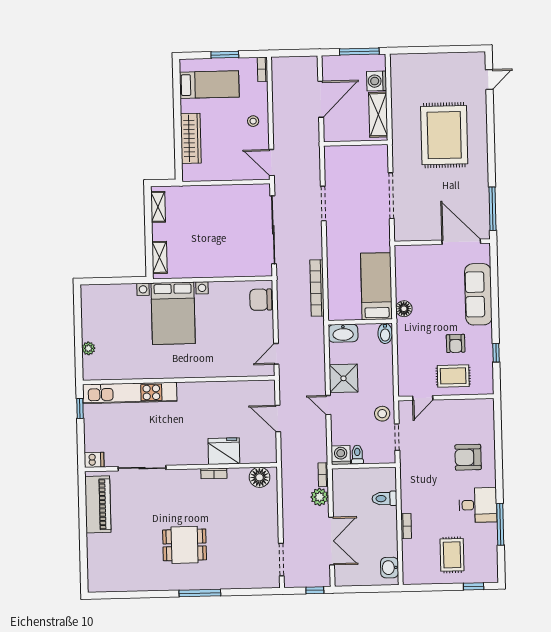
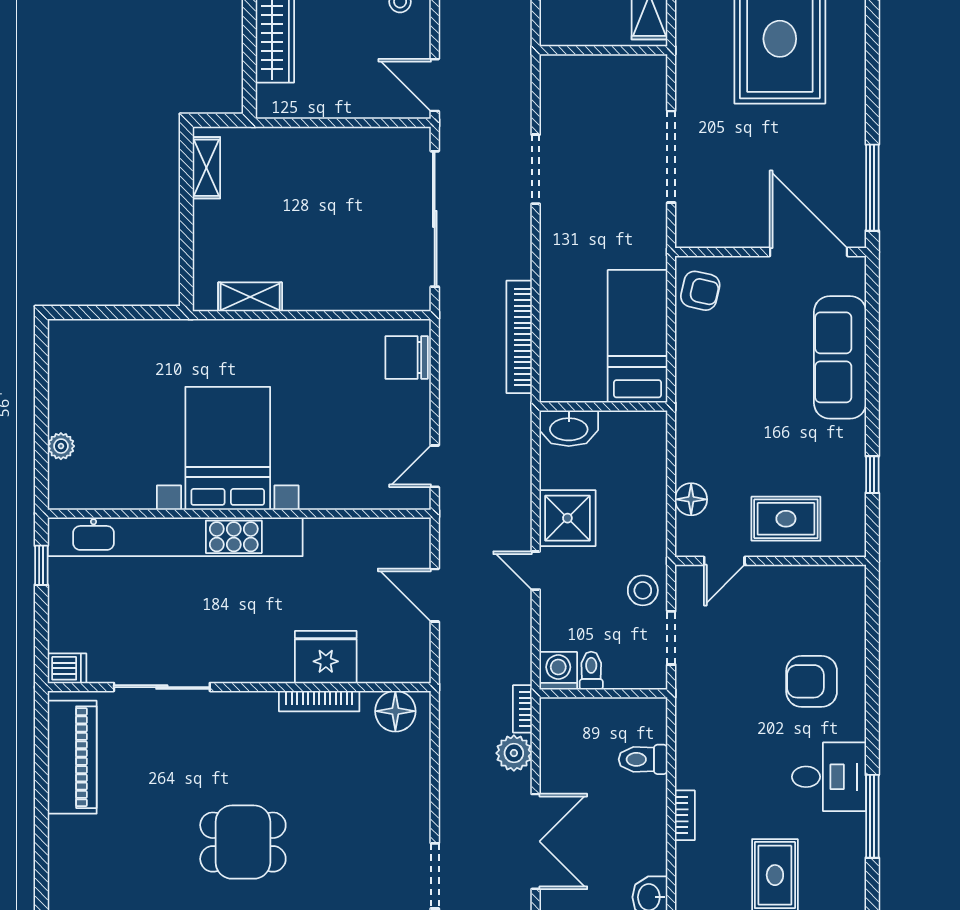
shelving: (160, 257) -> (250, 297), moved, turned 90
floor lamp: (404, 309) -> (691, 499), moved
bed with nightstands: (173, 313) -> (228, 448), moved, turned 180
bidet: (385, 333) -> (652, 431), removed
armchair: (456, 343) -> (700, 291), moved, turned -77
kitchen unit: (130, 393) -> (175, 537), width x1.36
bookcase: (214, 473) -> (319, 701), width x1.56

